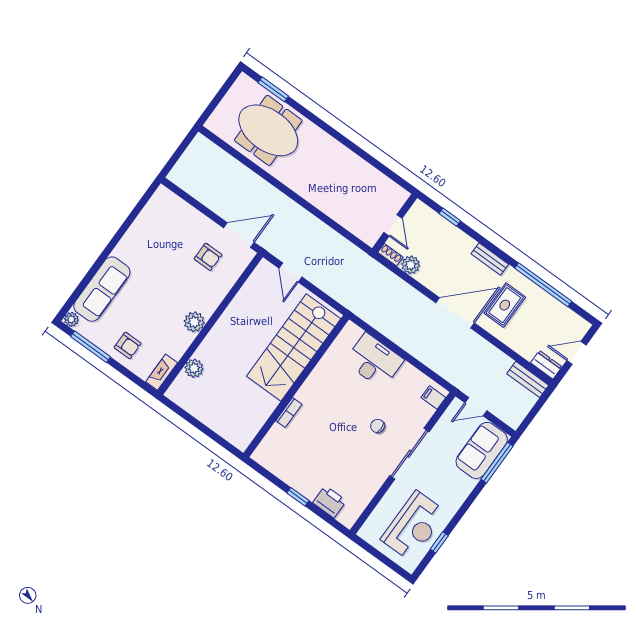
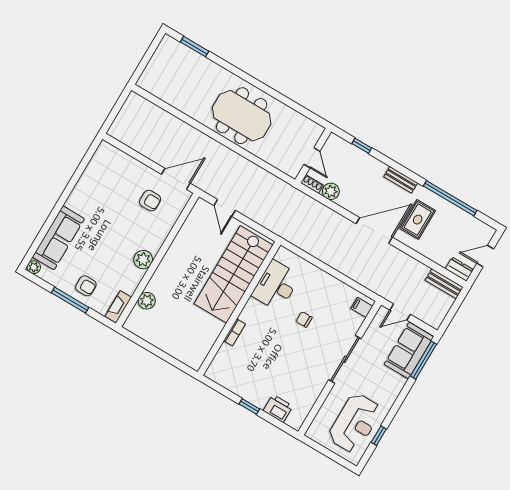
meeting table: (268, 130) -> (242, 116), moved
window: (91, 347) -> (70, 300), moved
desk: (374, 361) -> (276, 286), moved, turned -90
chair: (378, 426) -> (304, 319), moved

